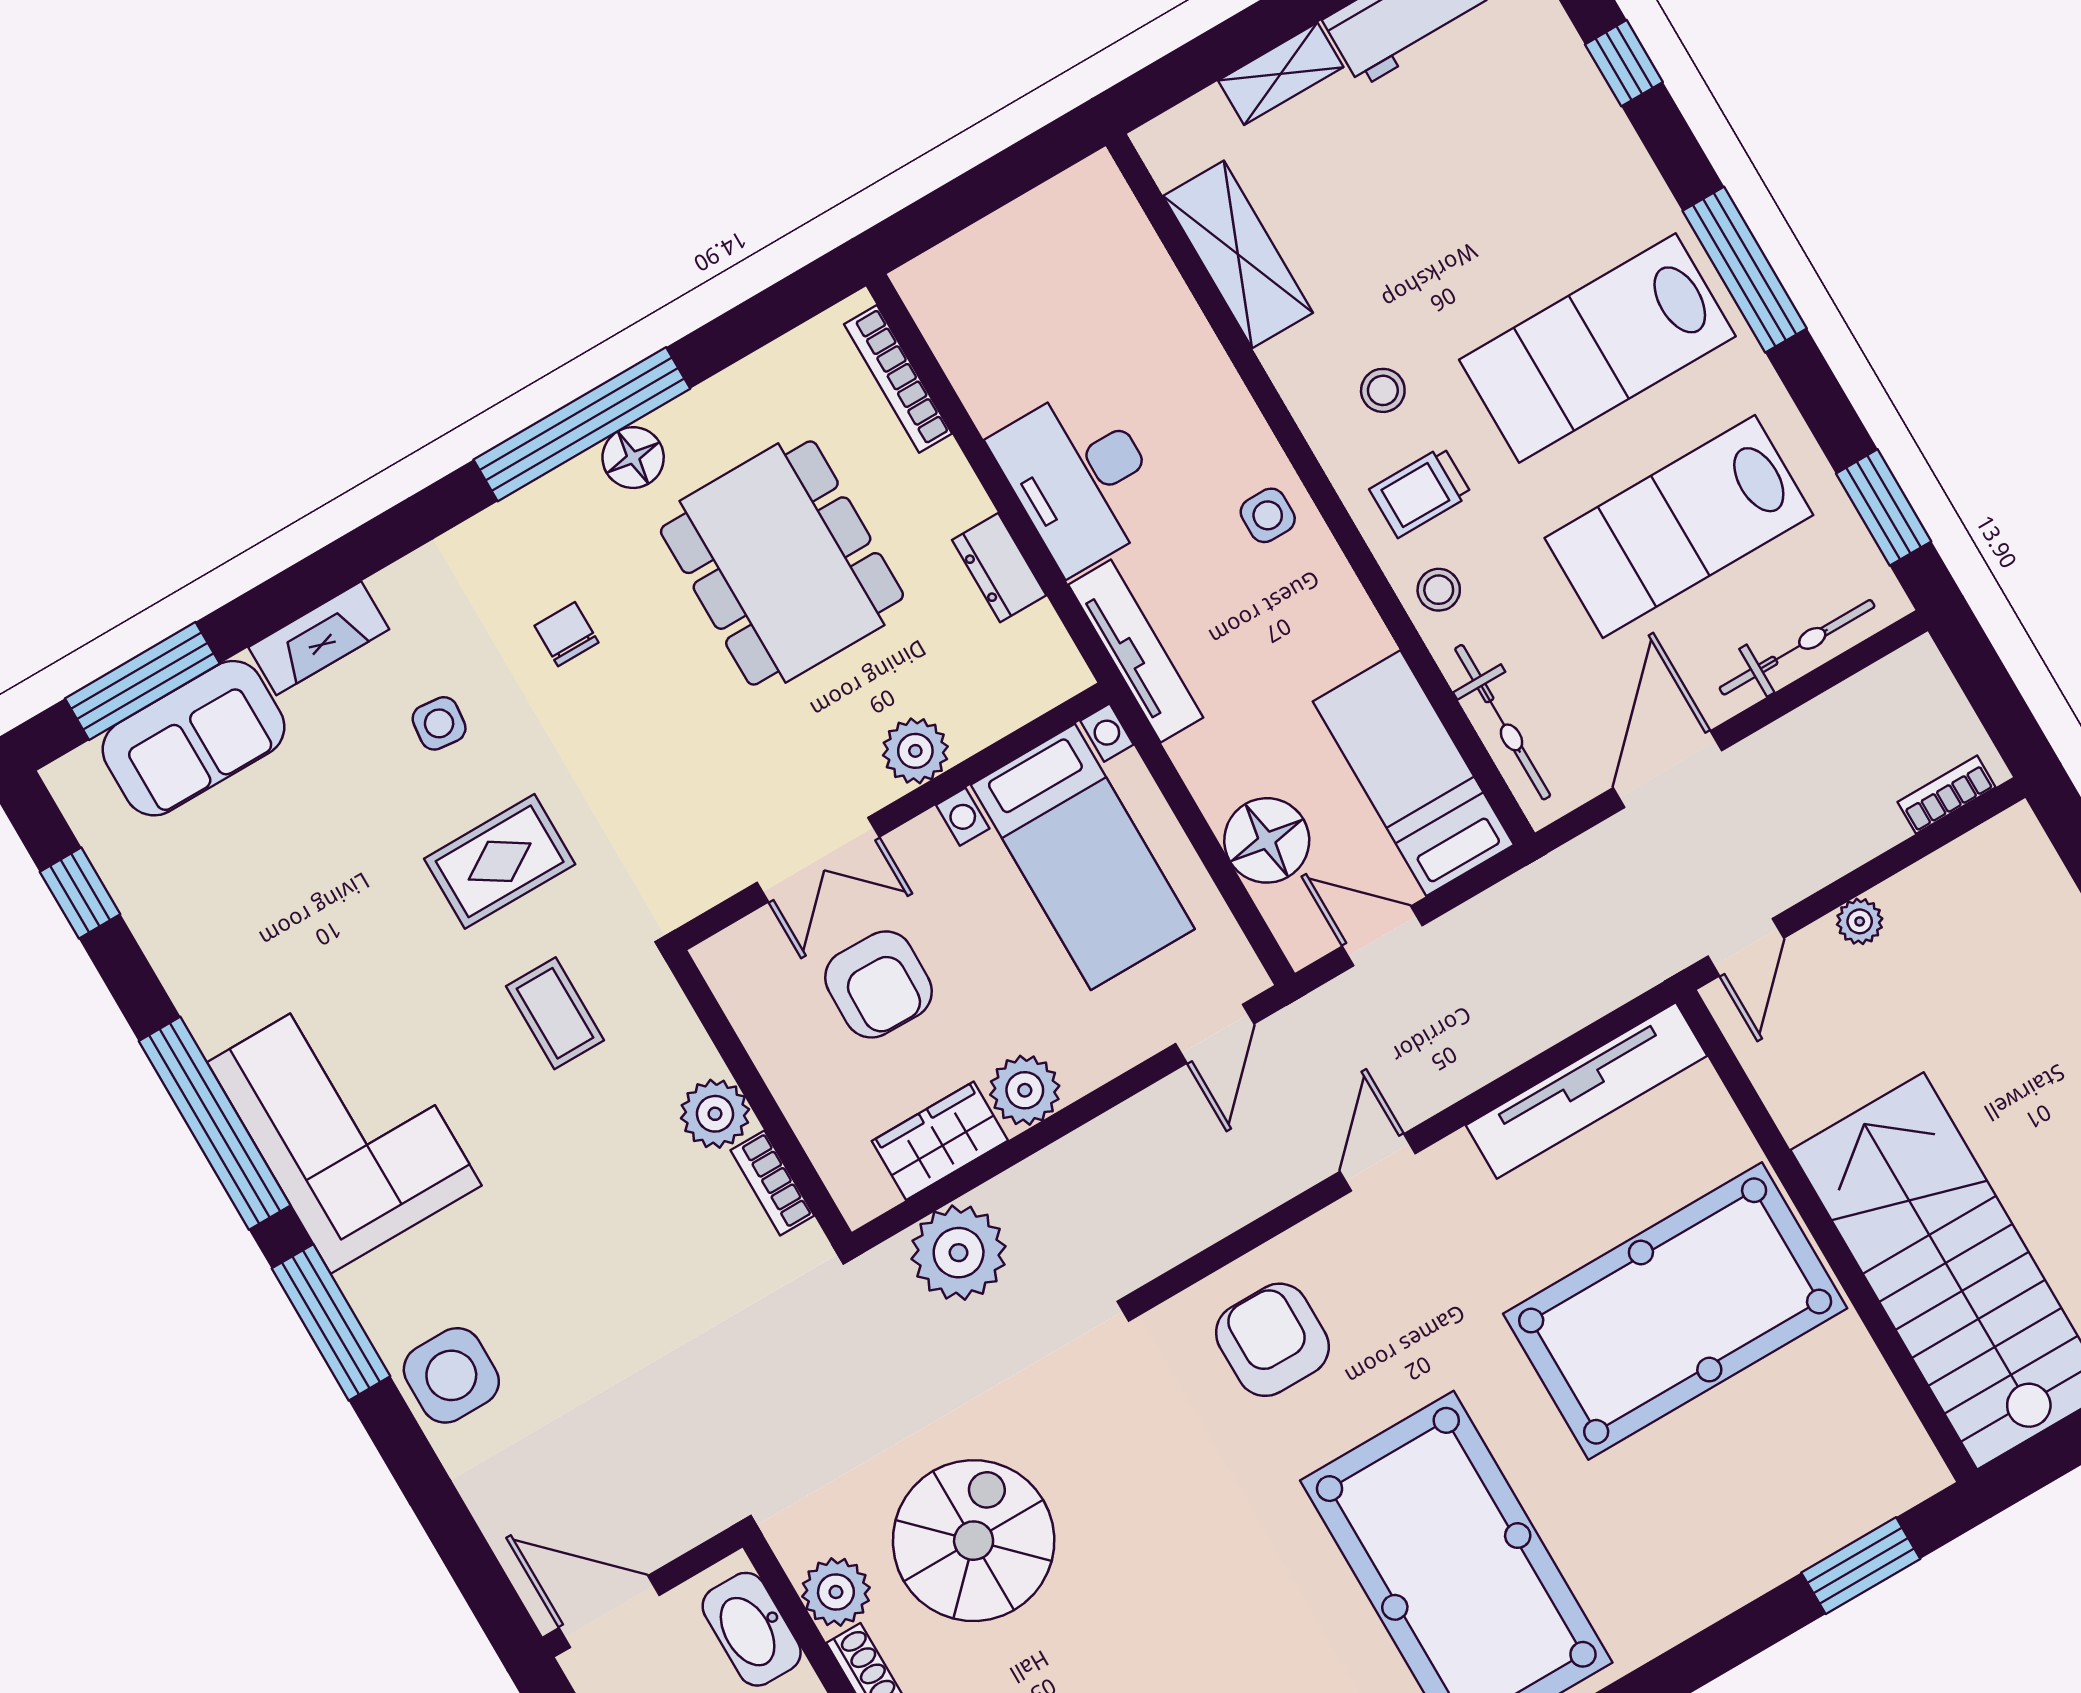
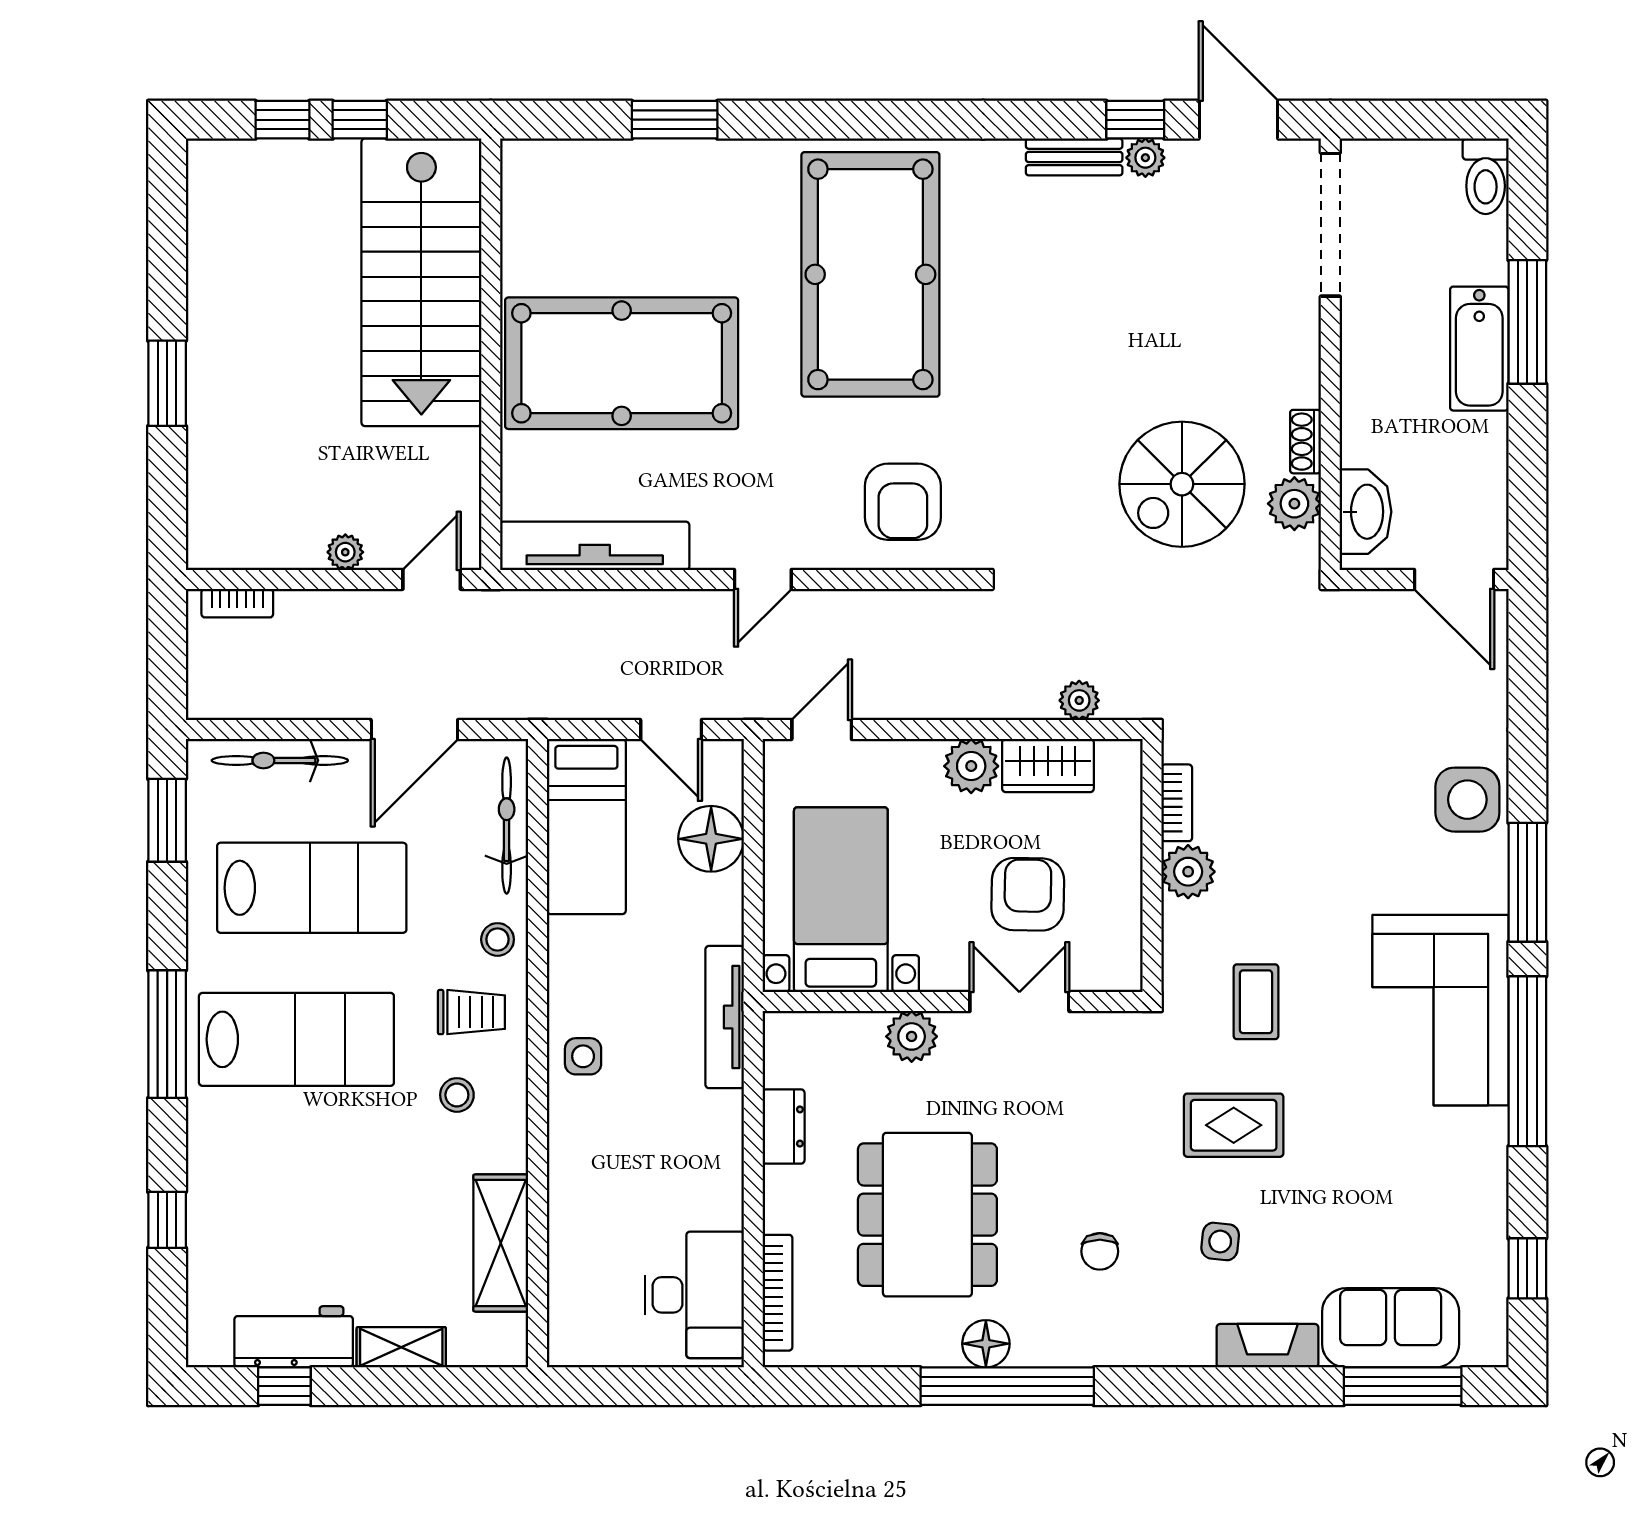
desk: (1080, 478) -> (694, 1295), moved
plant: (959, 1253) -> (1079, 700), width x0.53, depth x0.53
window: (1861, 1566) -> (675, 120), moved

